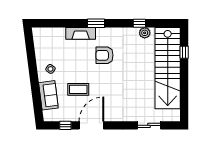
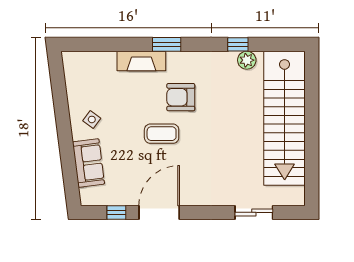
window: (184, 52) -> (312, 92), removed
coffee table: (78, 89) -> (162, 134), moved

